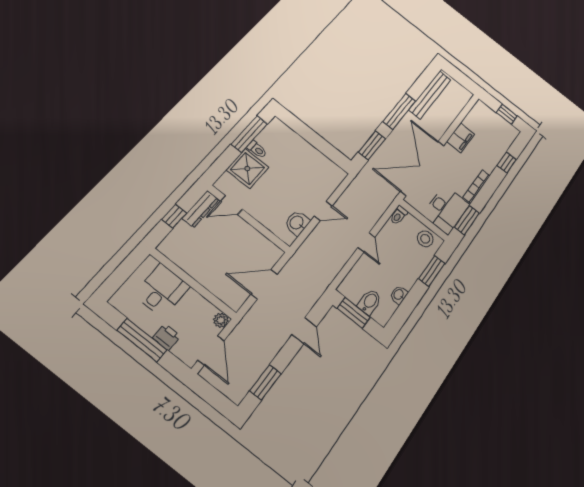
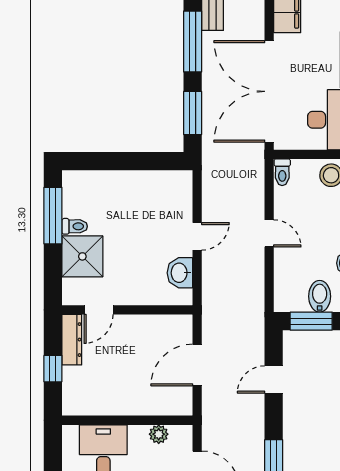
plant: (221, 320) -> (159, 434), moved
door: (304, 331) -> (274, 380), swing flipped

